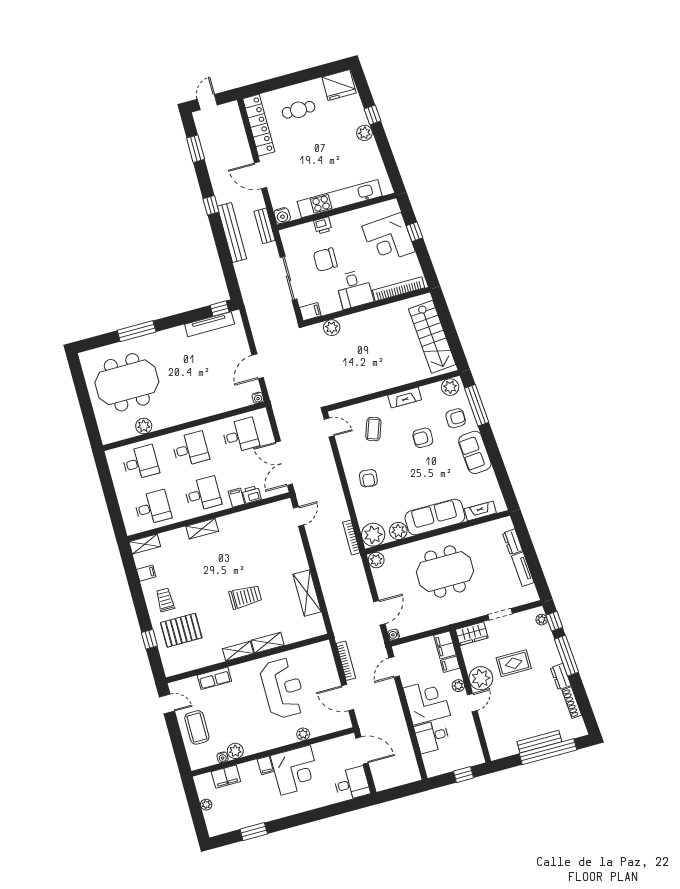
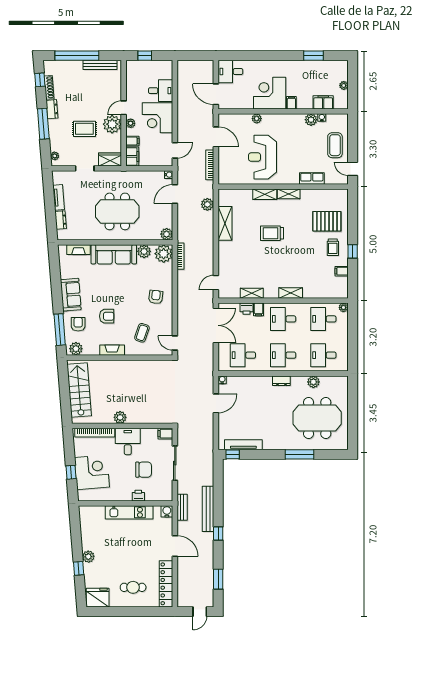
kitchen unit: (340, 199) -> (129, 512), width x0.73
plant: (332, 328) -> (120, 417), moved
dresser: (184, 417) -> (281, 381), added
armchair: (456, 418) -> (78, 324), turned 90
plant: (132, 529) -> (343, 307), added
shelving: (145, 544) -> (252, 293), moved
plant: (336, 611) -> (207, 204), added
window: (554, 621) -> (40, 80), moved
window: (149, 639) -> (353, 251), moved
bench: (539, 742) -> (100, 65), moved

